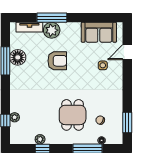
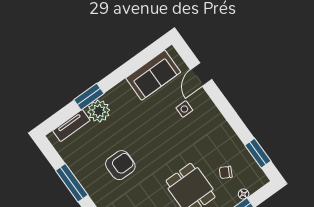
window: (52, 18) -> (89, 97), width x0.69
floor lamp: (18, 57) -> (83, 169), removed
armchair: (57, 61) -> (120, 165), moved

